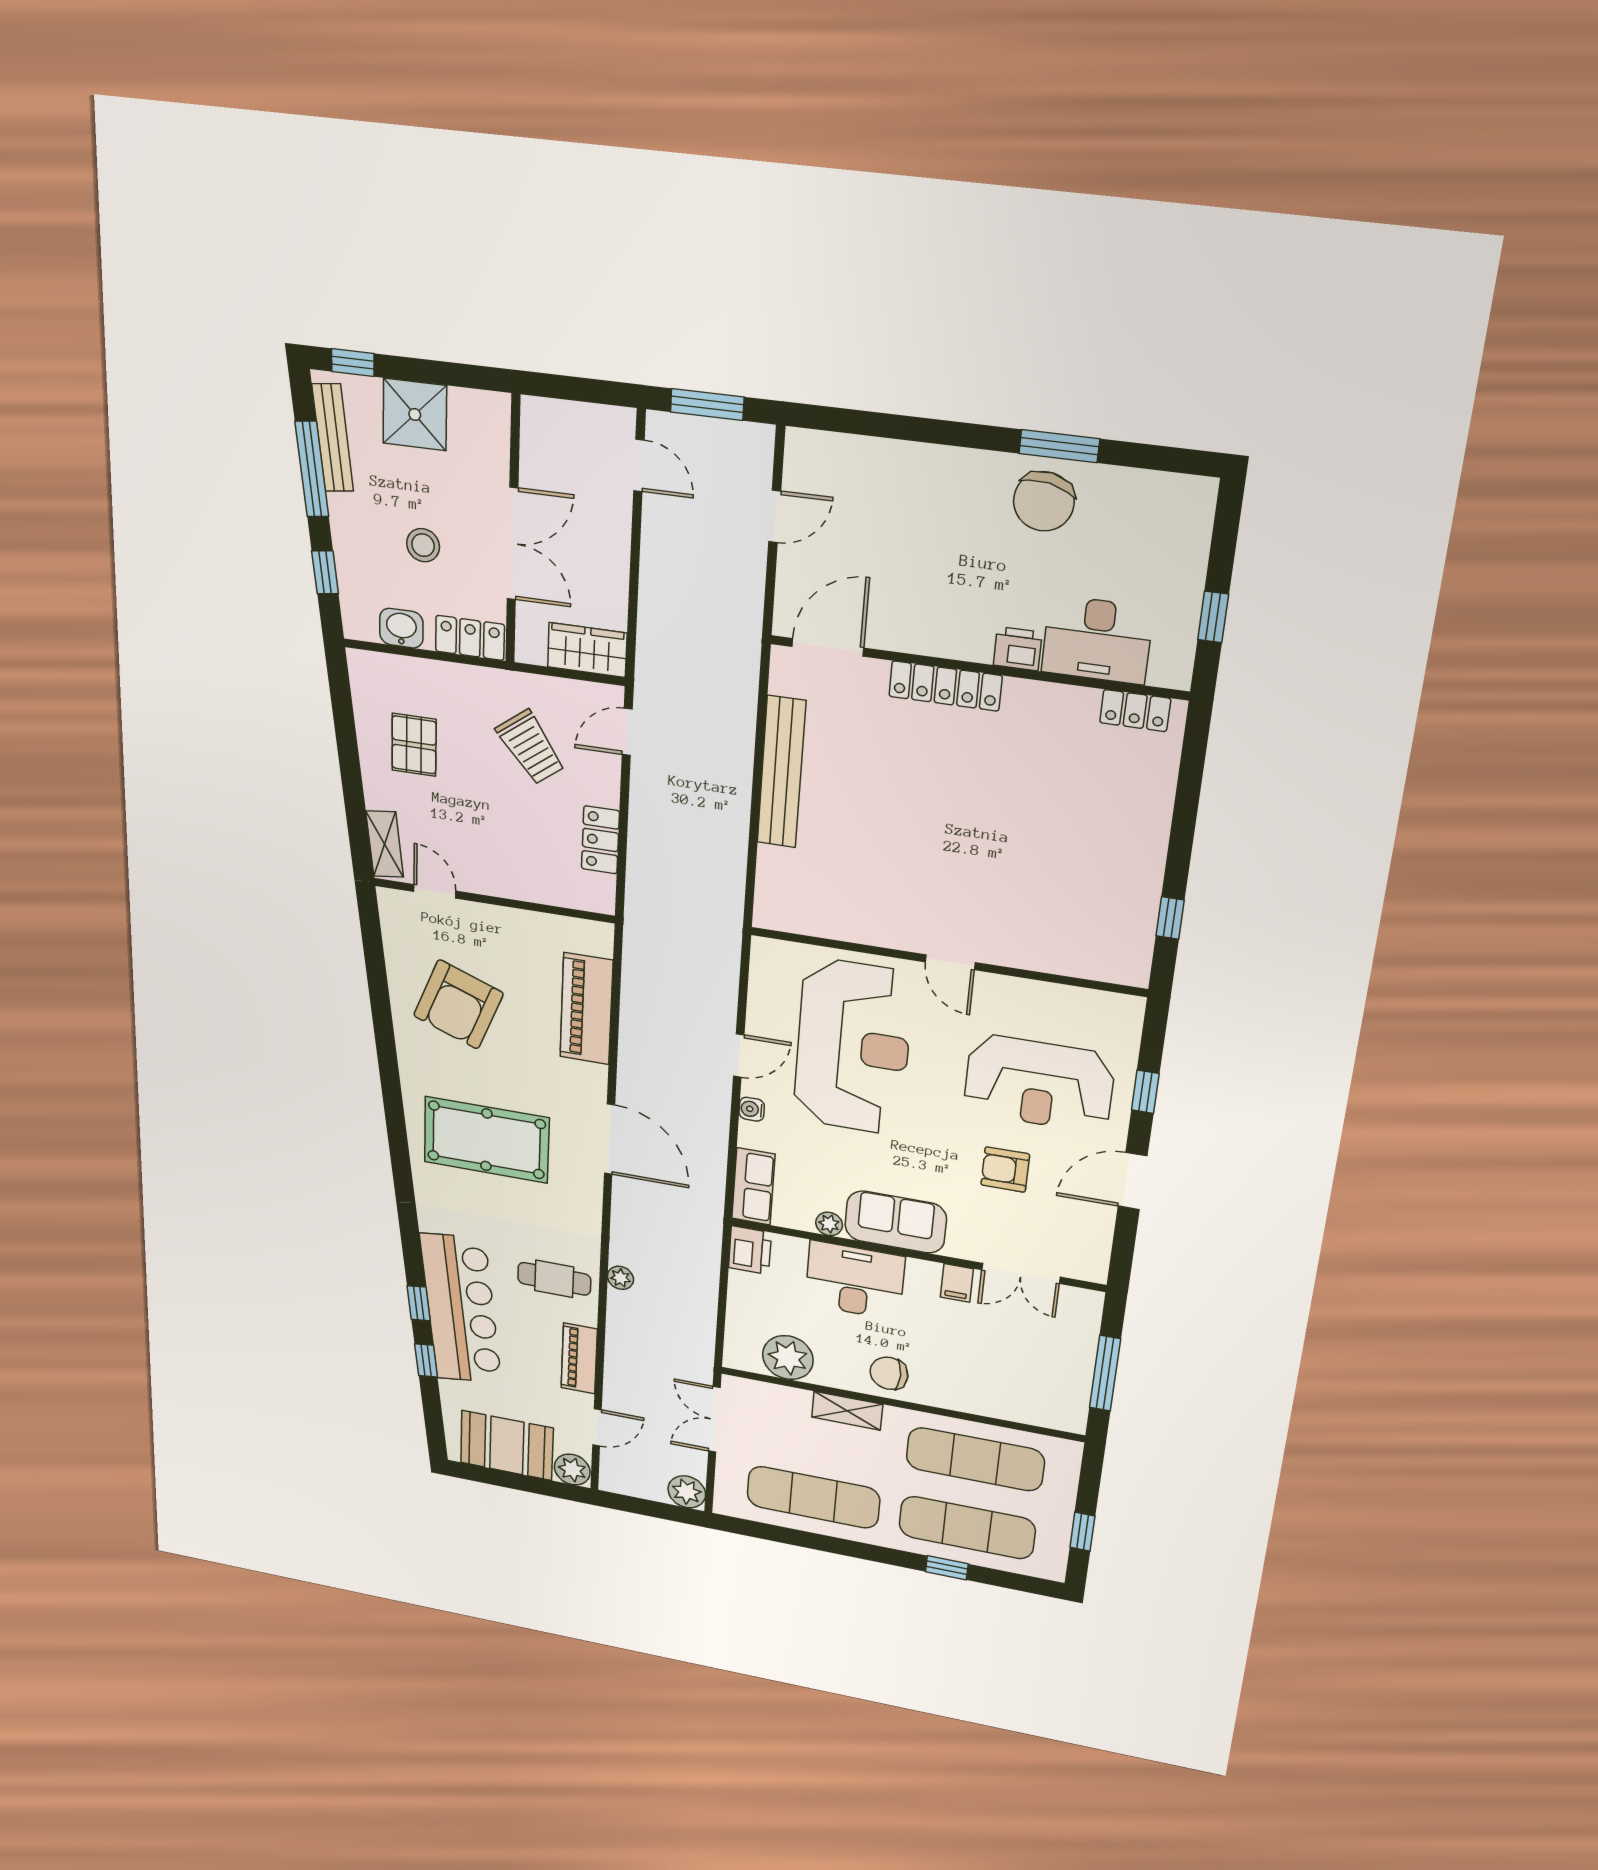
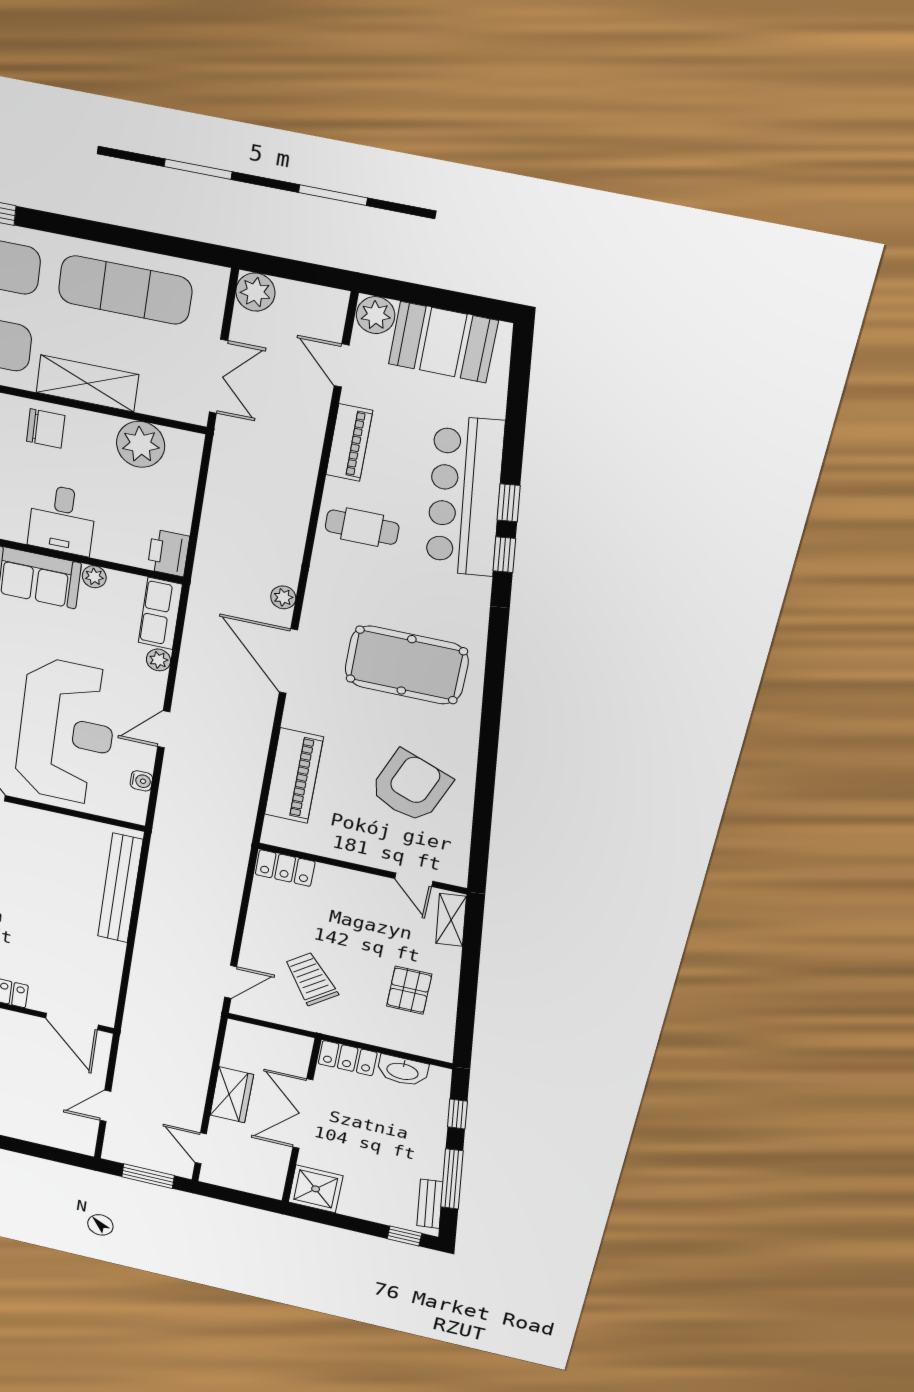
shower: (415, 414) -> (316, 1189), moved
bench: (333, 438) -> (430, 1204), width x0.73
stool: (423, 545) -> (374, 1121), removed
washbasin: (401, 628) -> (403, 1071), width x1.38
door: (828, 647) -> (72, 1022), hinge flipped
wardrobe: (587, 650) -> (232, 1095), moved, turned -90
bench: (781, 772) -> (120, 888), moved
locker: (600, 840) -> (285, 868), moved, turned 90
reception desk: (853, 1047) -> (66, 732), turned 180
water cooler: (752, 1109) -> (141, 781), moved
plant: (751, 1135) -> (158, 660), added
plant: (620, 1278) -> (283, 597), moved
desk: (855, 1280) -> (62, 520), width x0.73
window: (426, 1360) -> (504, 555), moved
shelving: (847, 1411) -> (87, 383), width x1.50, depth x1.33
door: (597, 1427) -> (342, 365), hinge flipped

